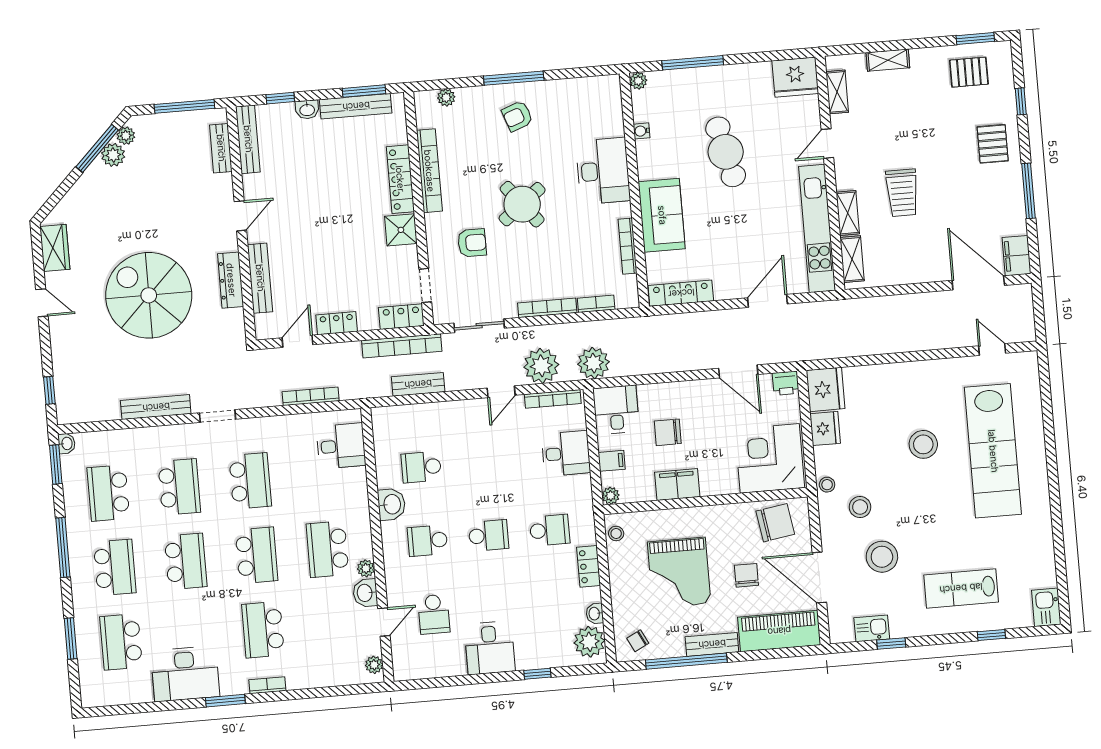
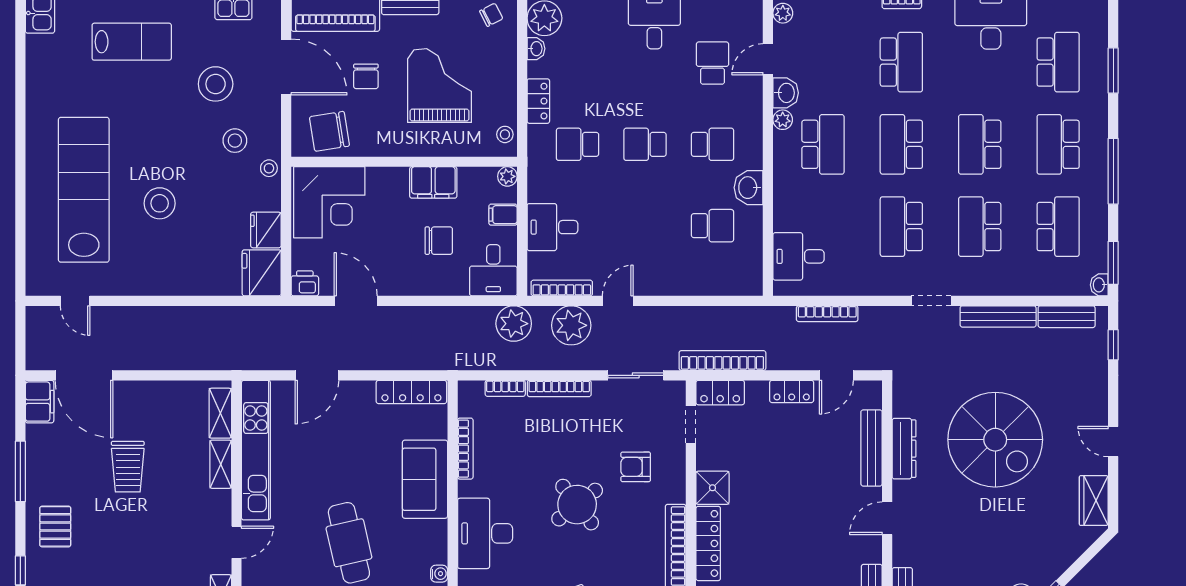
trolley: (902, 193) -> (128, 467), moved, turned 180
bench: (418, 384) -> (1067, 317), moved

